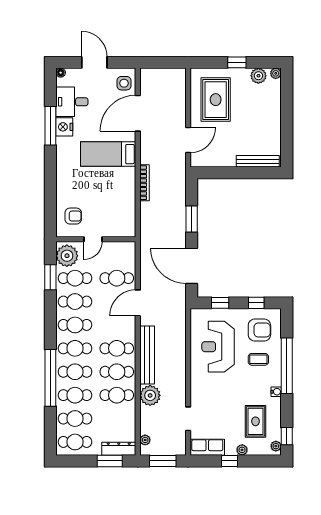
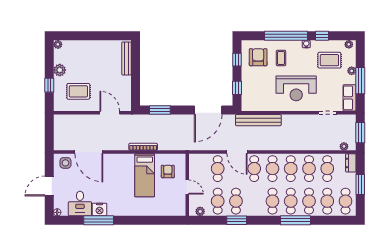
window: (237, 62) -> (49, 85), moved
plant: (258, 76) -> (60, 70), moved
rug: (216, 100) -> (78, 91), width x0.73, depth x0.70
bed: (108, 154) -> (145, 175), moved
armchair: (73, 216) -> (168, 171), moved
window: (192, 219) -> (160, 110), moved
plant: (67, 256) -> (200, 211), width x0.53, depth x0.53
window: (50, 277) -> (237, 220), moved
cafe table: (75, 325) -> (254, 169), moved
reception desk: (218, 347) -> (296, 88), moved
bench: (147, 355) -> (258, 120), moved
window: (50, 378) -> (296, 220), width x0.68
plant: (150, 395) -> (309, 143), removed
cafe table: (117, 419) -> (327, 169), added
window: (287, 436) -> (322, 36), moved
dresser: (119, 449) -> (351, 163), width x0.70
window: (110, 461) -> (360, 185), moved
window: (229, 461) -> (360, 81), width x2.17

